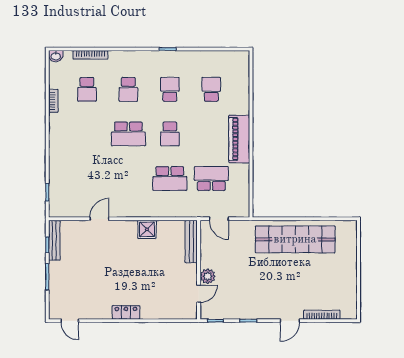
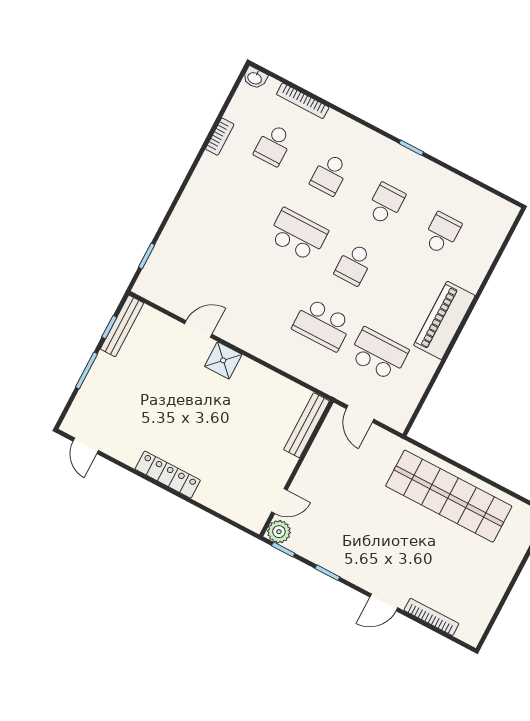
school desk: (128, 134) -> (298, 235), turned 180
shower: (147, 229) -> (223, 360), moved
plant: (208, 276) -> (279, 532), moved
locker: (126, 312) -> (168, 475), width x1.53

